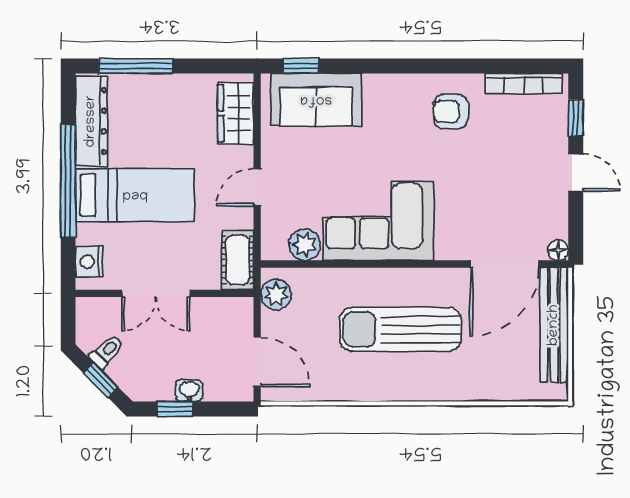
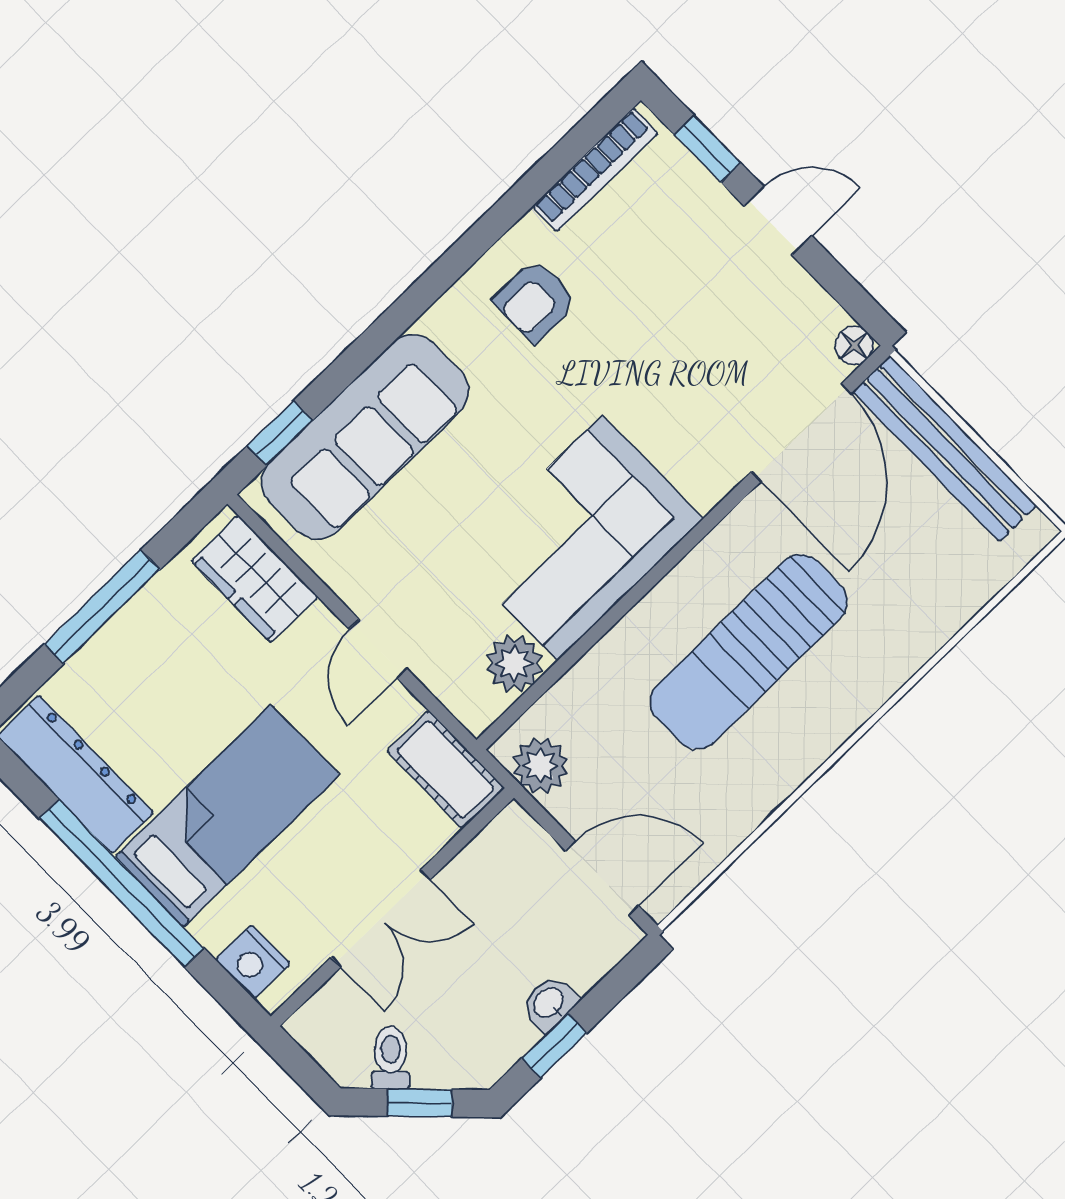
window: (136, 66) -> (102, 607), moved
sofa: (316, 100) -> (365, 437), width x1.36

